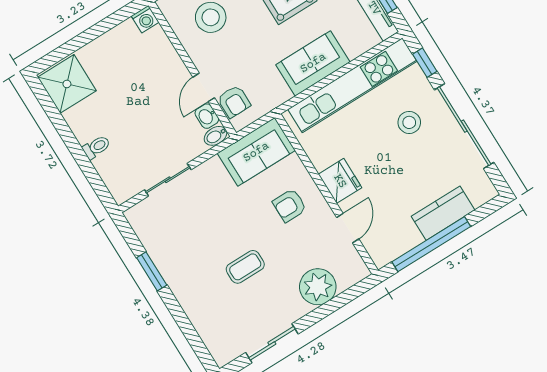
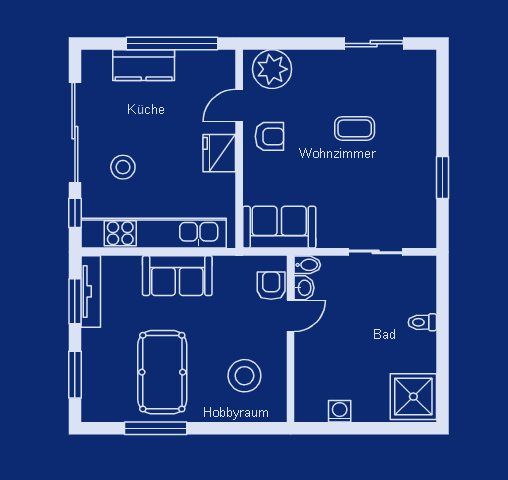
washing machine: (145, 19) -> (340, 411), moved
armchair: (290, 205) -> (269, 136), moved
plant: (318, 287) -> (272, 69), moved

